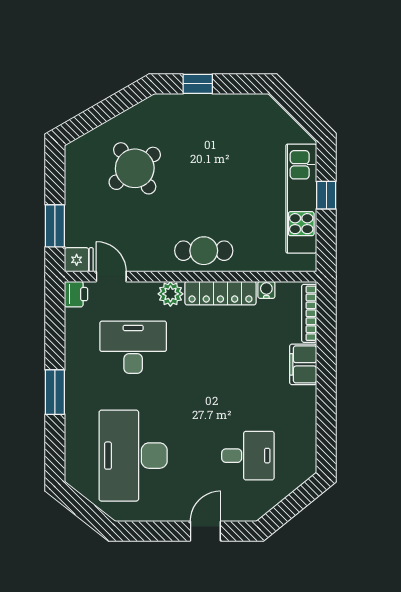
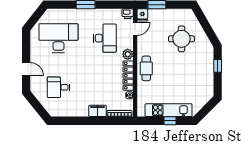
round table: (135, 168) -> (182, 39), turned 37
desk: (248, 456) -> (58, 87), turned 90

